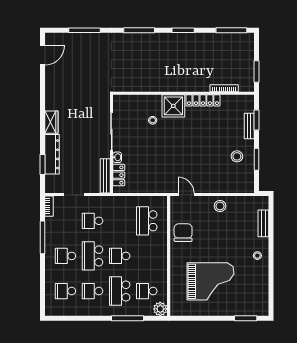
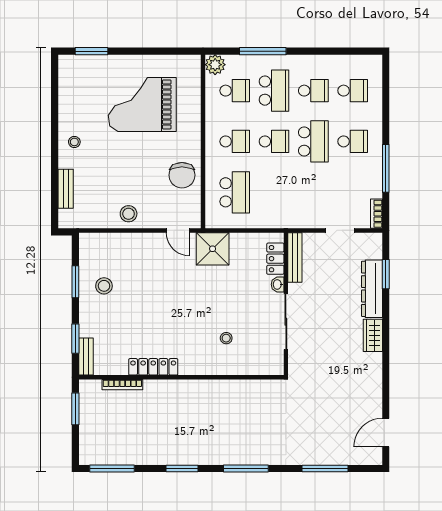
shower: (173, 106) -> (213, 249), moved
bench: (249, 126) -> (86, 357), moved
school desk: (93, 221) -> (235, 141), moved

